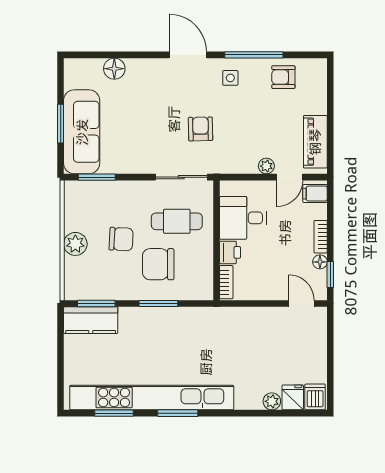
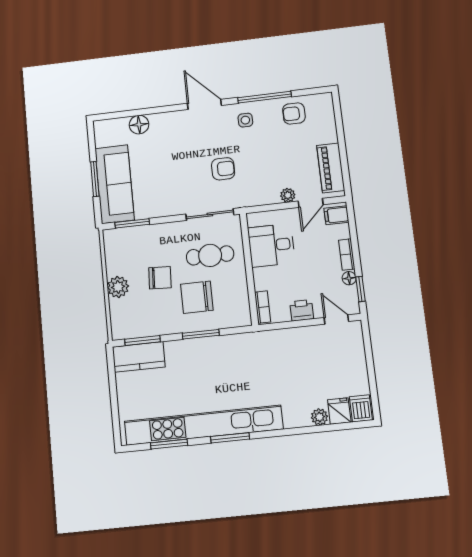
armchair: (201, 129) -> (223, 169), turned 91
printer: (230, 252) -> (302, 310), moved, turned -90

